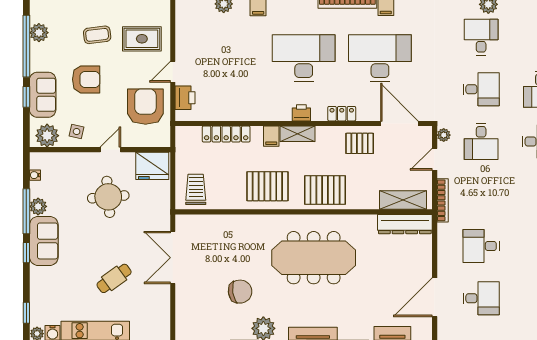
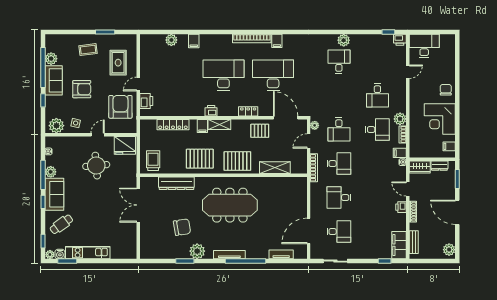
coffee table: (97, 35) -> (88, 50), moved
rug: (142, 39) -> (118, 63), turned 90
desk: (481, 89) -> (339, 164), moved
sofa: (43, 95) -> (54, 80), moved
printer: (301, 113) -> (211, 111), moved
shelving: (403, 200) -> (275, 168), moved
dresser: (405, 224) -> (176, 183), moved
cafe table: (114, 278) -> (61, 224), moved

